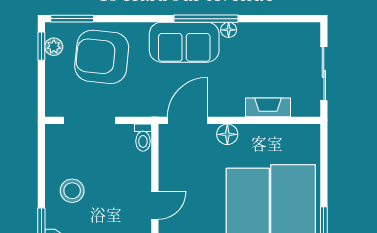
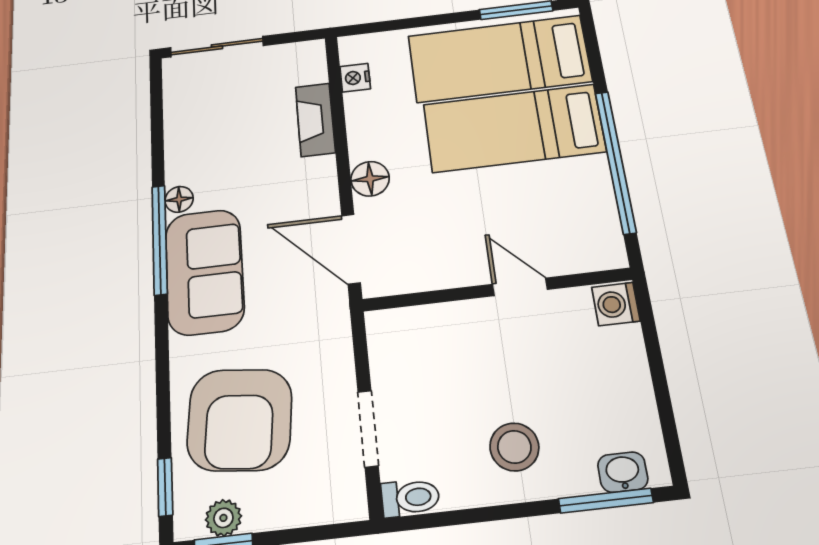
window: (72, 19) -> (165, 487), width x0.67
sliding door: (324, 74) -> (217, 47), moved
doorway: (90, 120) -> (368, 429), width x0.73
nightstand: (292, 132) -> (355, 78), added
toilet: (143, 138) -> (410, 498), moved

